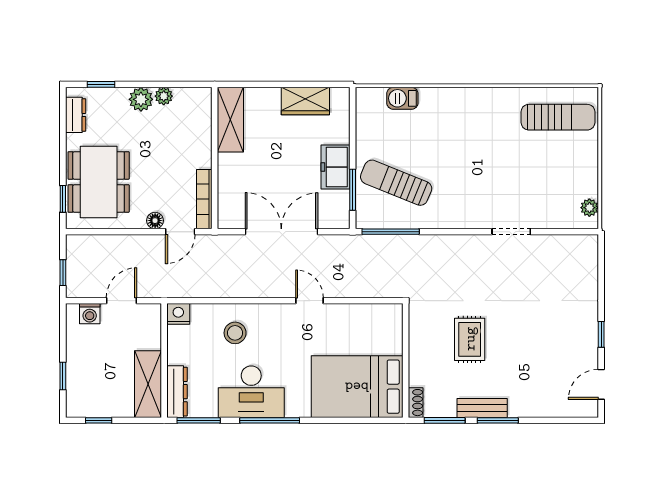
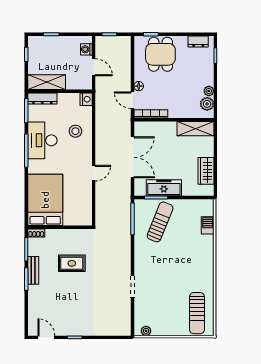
plant: (141, 99) -> (207, 104), moved
freezer: (336, 167) -> (164, 188), width x1.40
dining table: (99, 182) -> (160, 54), width x0.73

